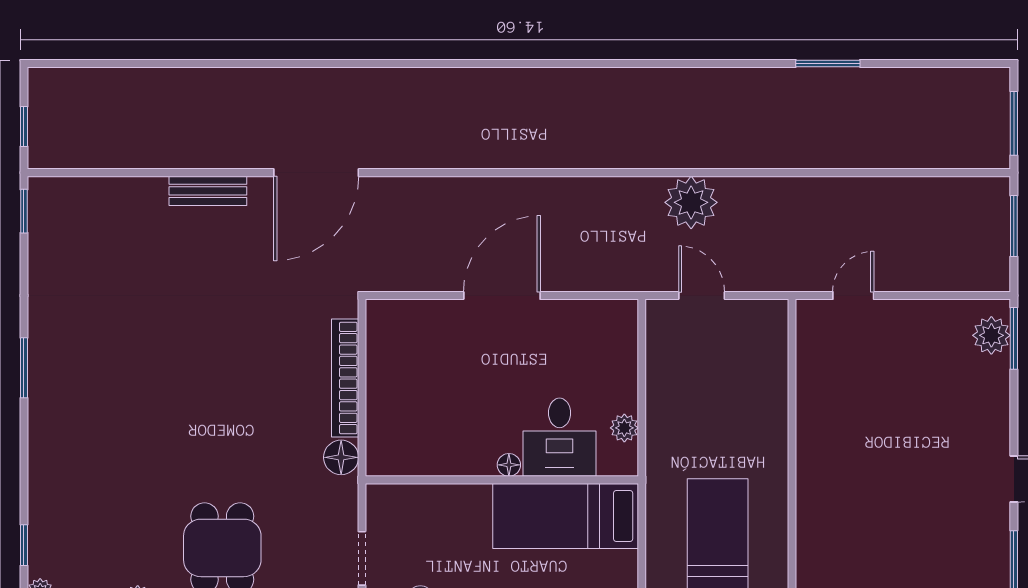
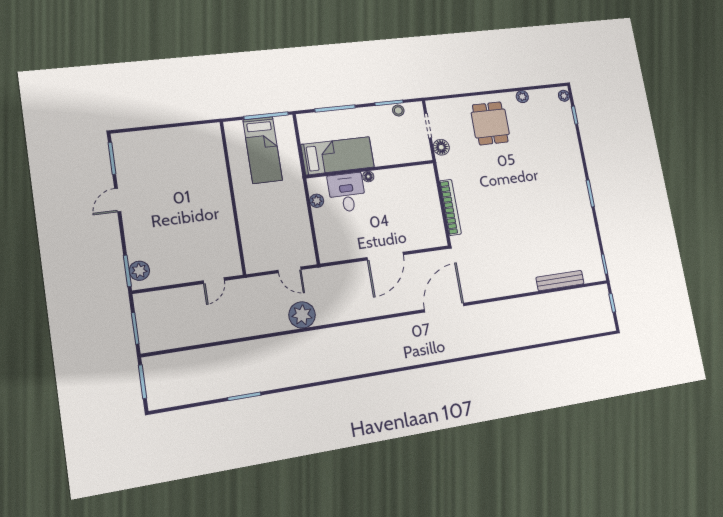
door: (316, 173) -> (444, 308), moved
bench: (208, 191) -> (560, 281), moved, width x1.36
floor lamp: (341, 457) -> (441, 147), moved

